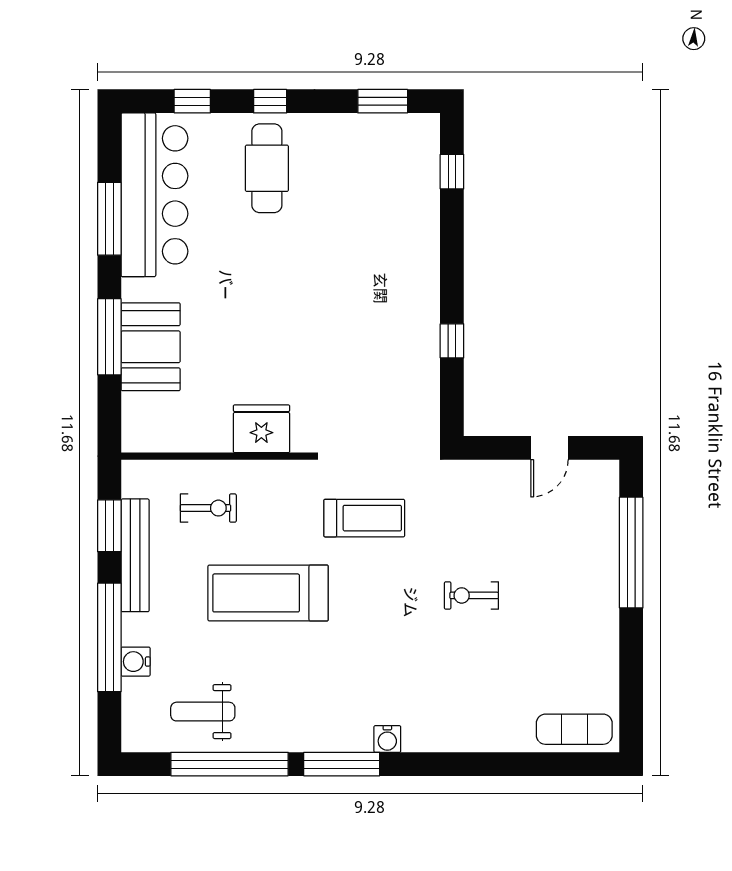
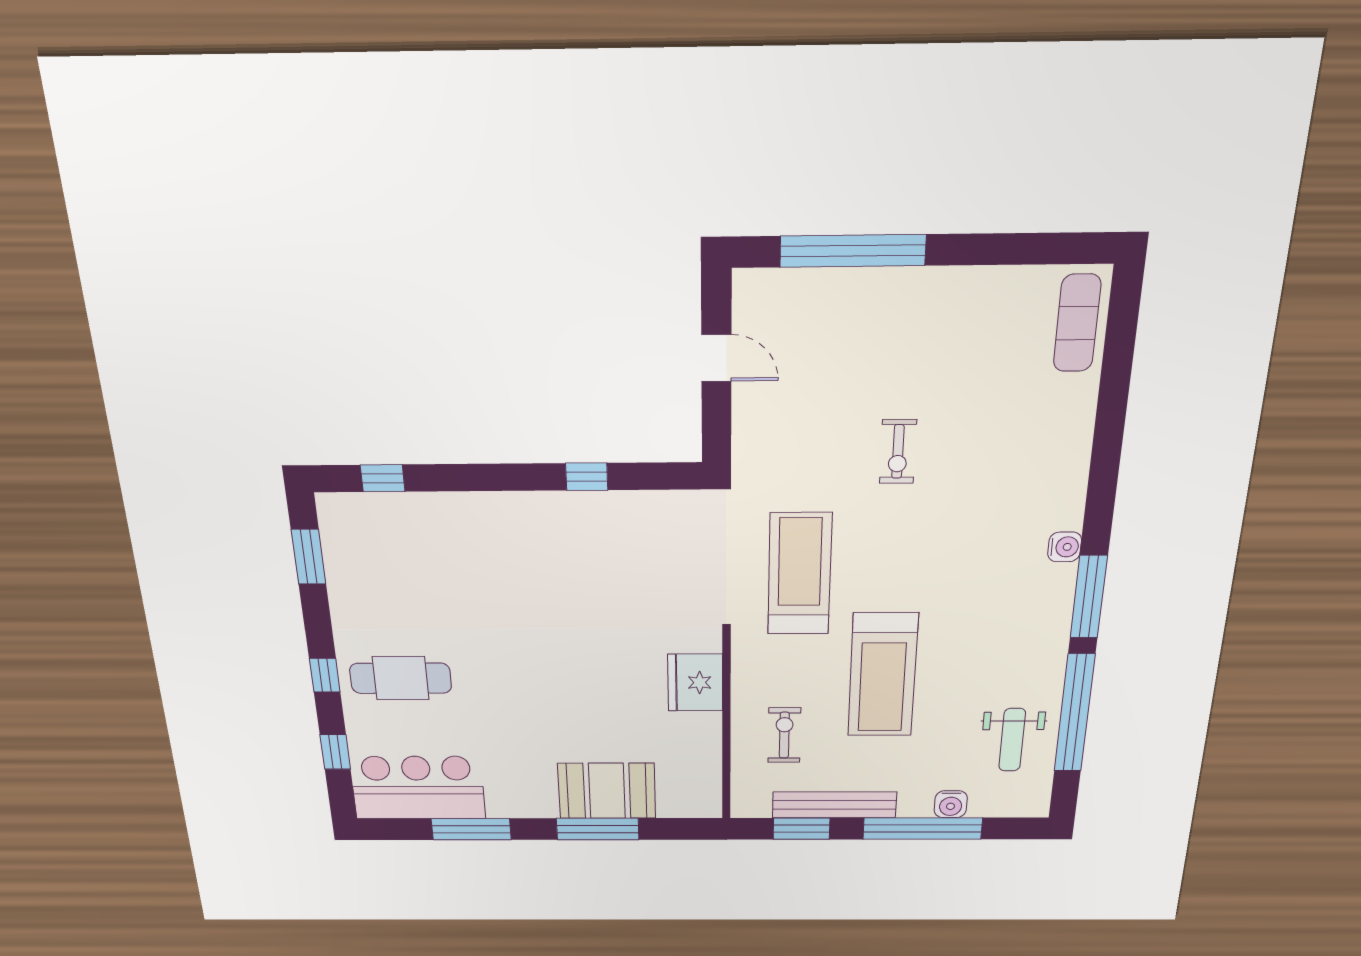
bar counter: (154, 195) -> (418, 788), width x0.73
treadmill: (364, 518) -> (800, 574), width x1.37, depth x1.38

